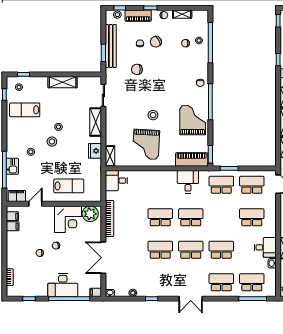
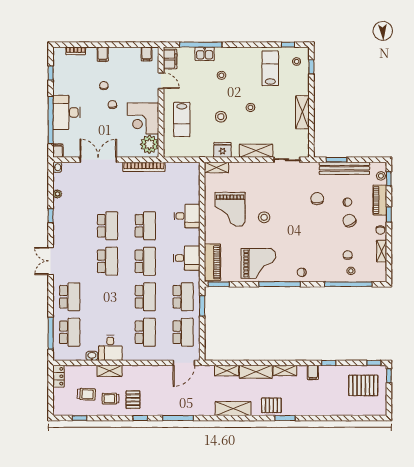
stool: (52, 142) -> (221, 117), moved
grand piano: (146, 144) -> (230, 209), turned -93
desk: (116, 181) -> (187, 216), moved, turned 90
filing cabinet: (13, 226) -> (103, 54), moved
school desk: (221, 250) -> (145, 297), moved

